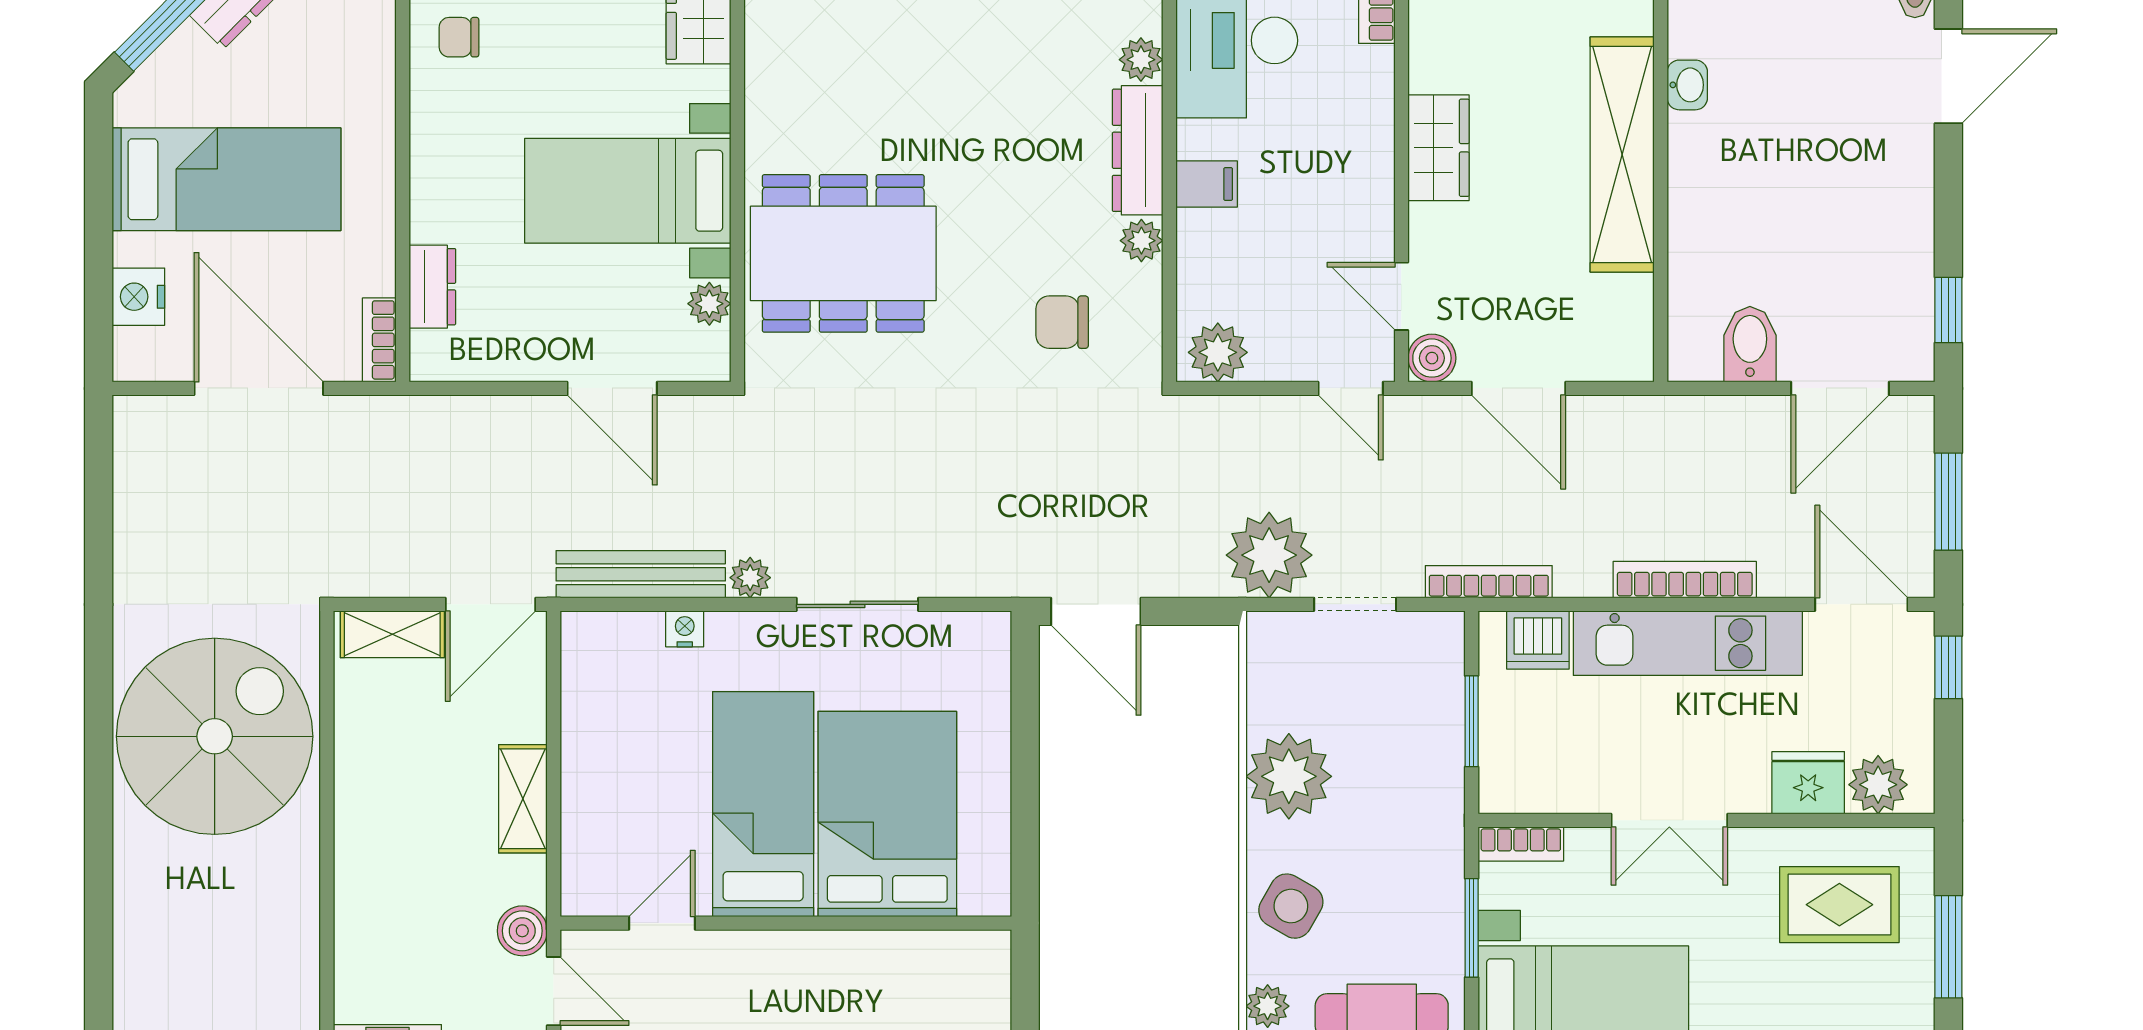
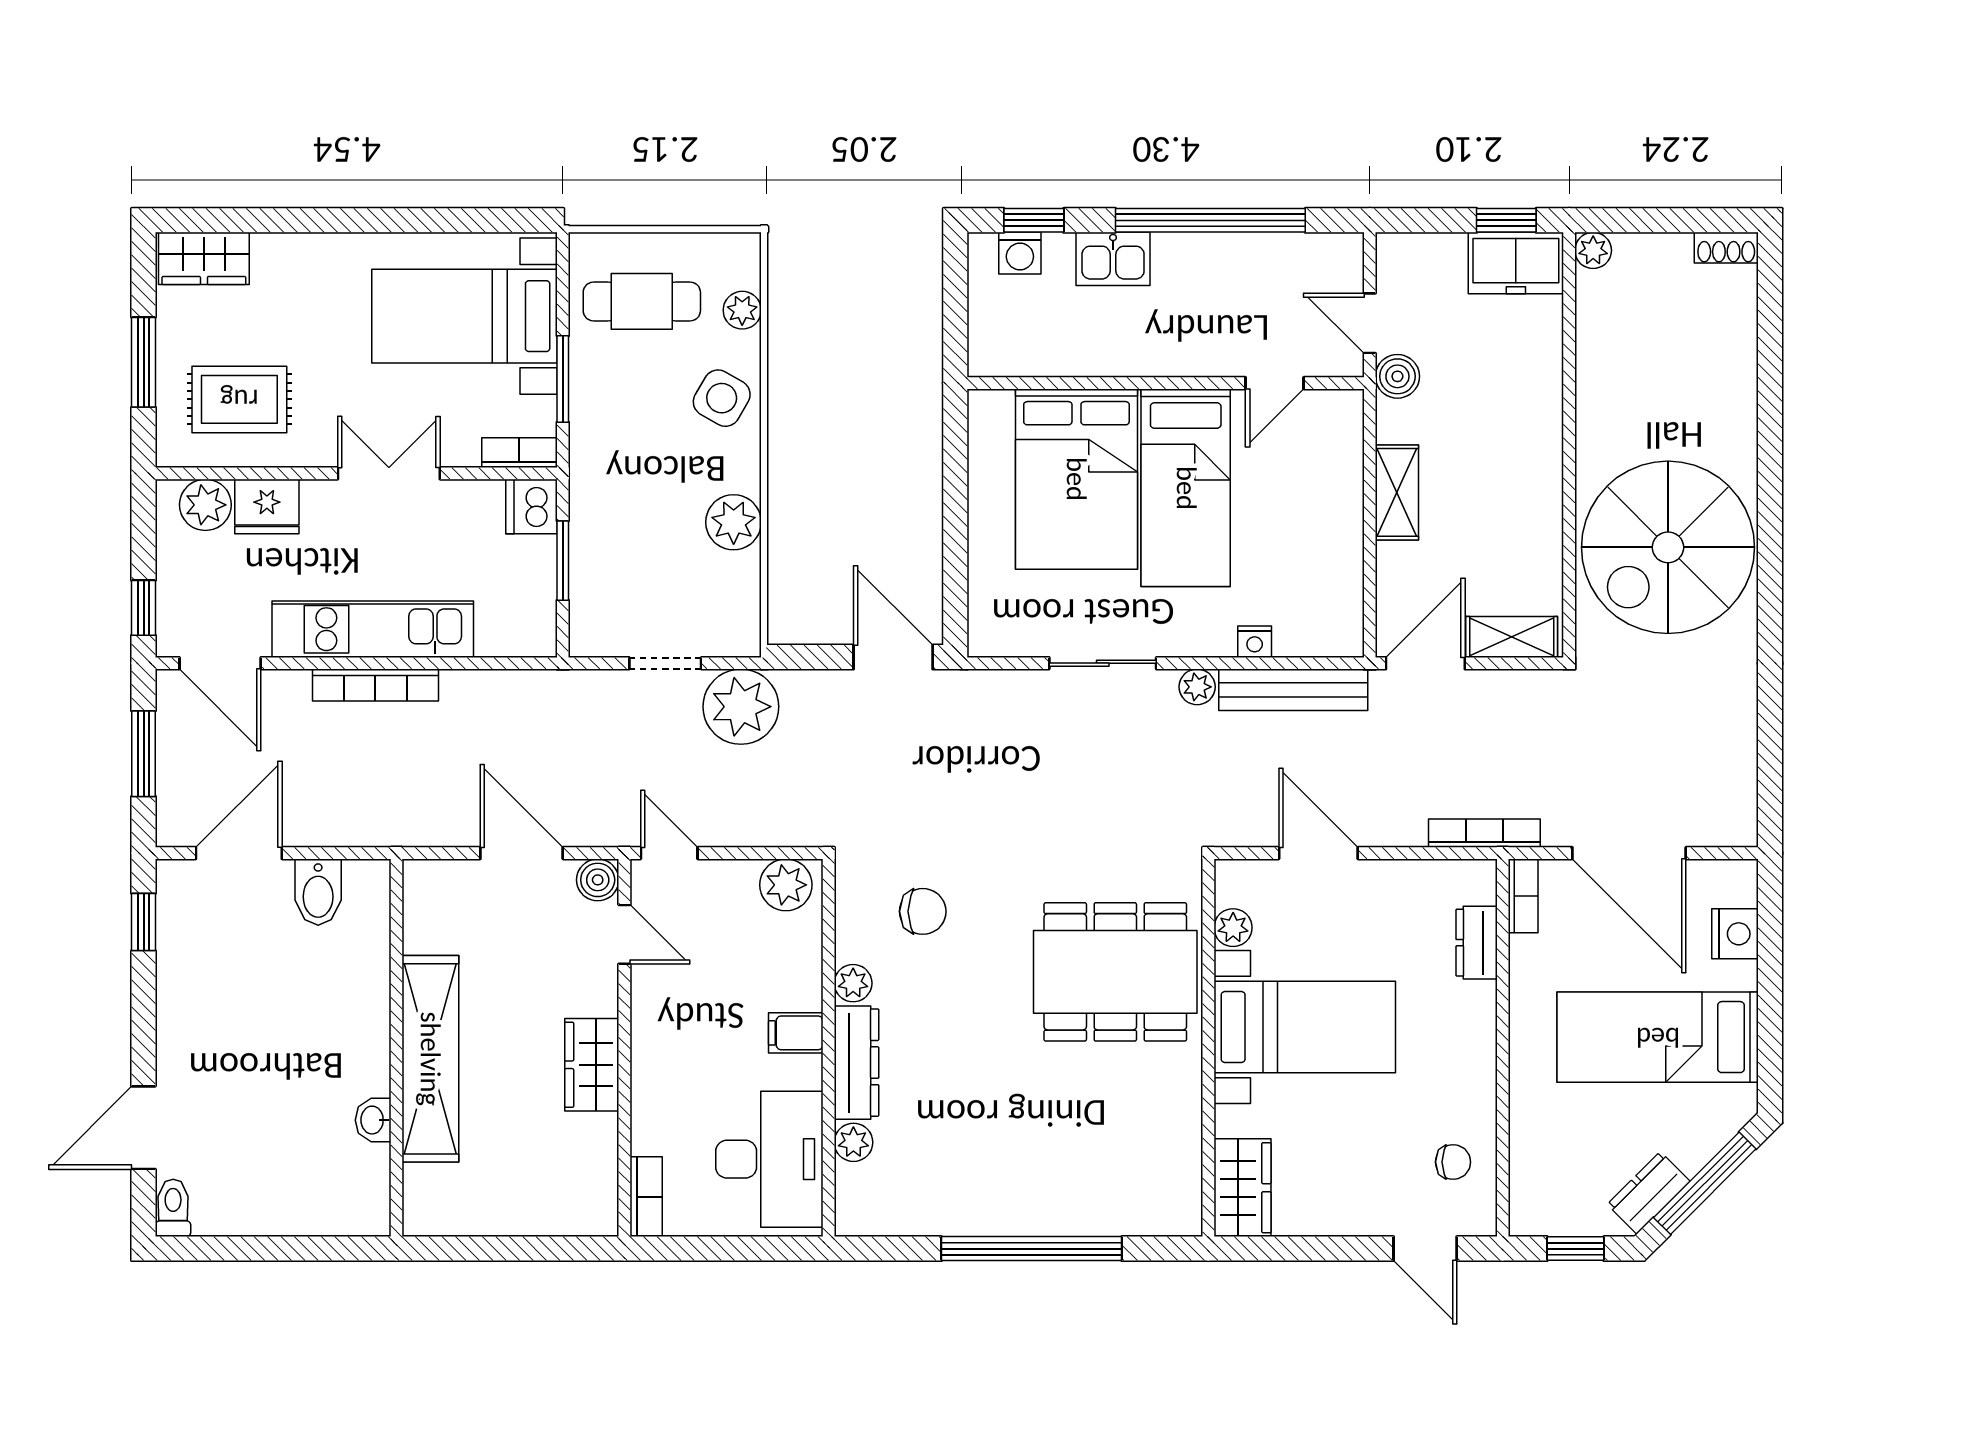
bookcase: (1489, 582) -> (1484, 833), moved, turned 180
dishwasher: (1538, 640) -> (531, 506), moved, turned -90
plant: (1289, 776) -> (734, 522), width x0.73, depth x0.73

